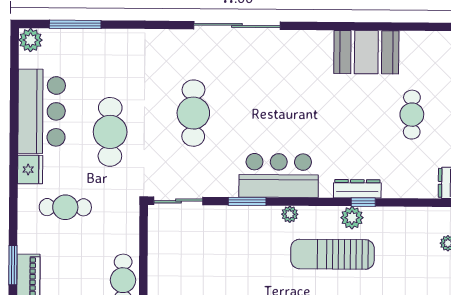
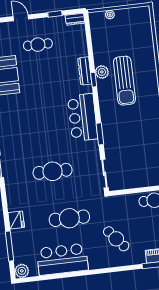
fridge: (30, 170) -> (16, 220), moved, turned 90
window: (363, 202) -> (94, 80), moved
cafe table: (65, 207) -> (116, 239), turned -40
plant: (290, 214) -> (104, 108), removed

